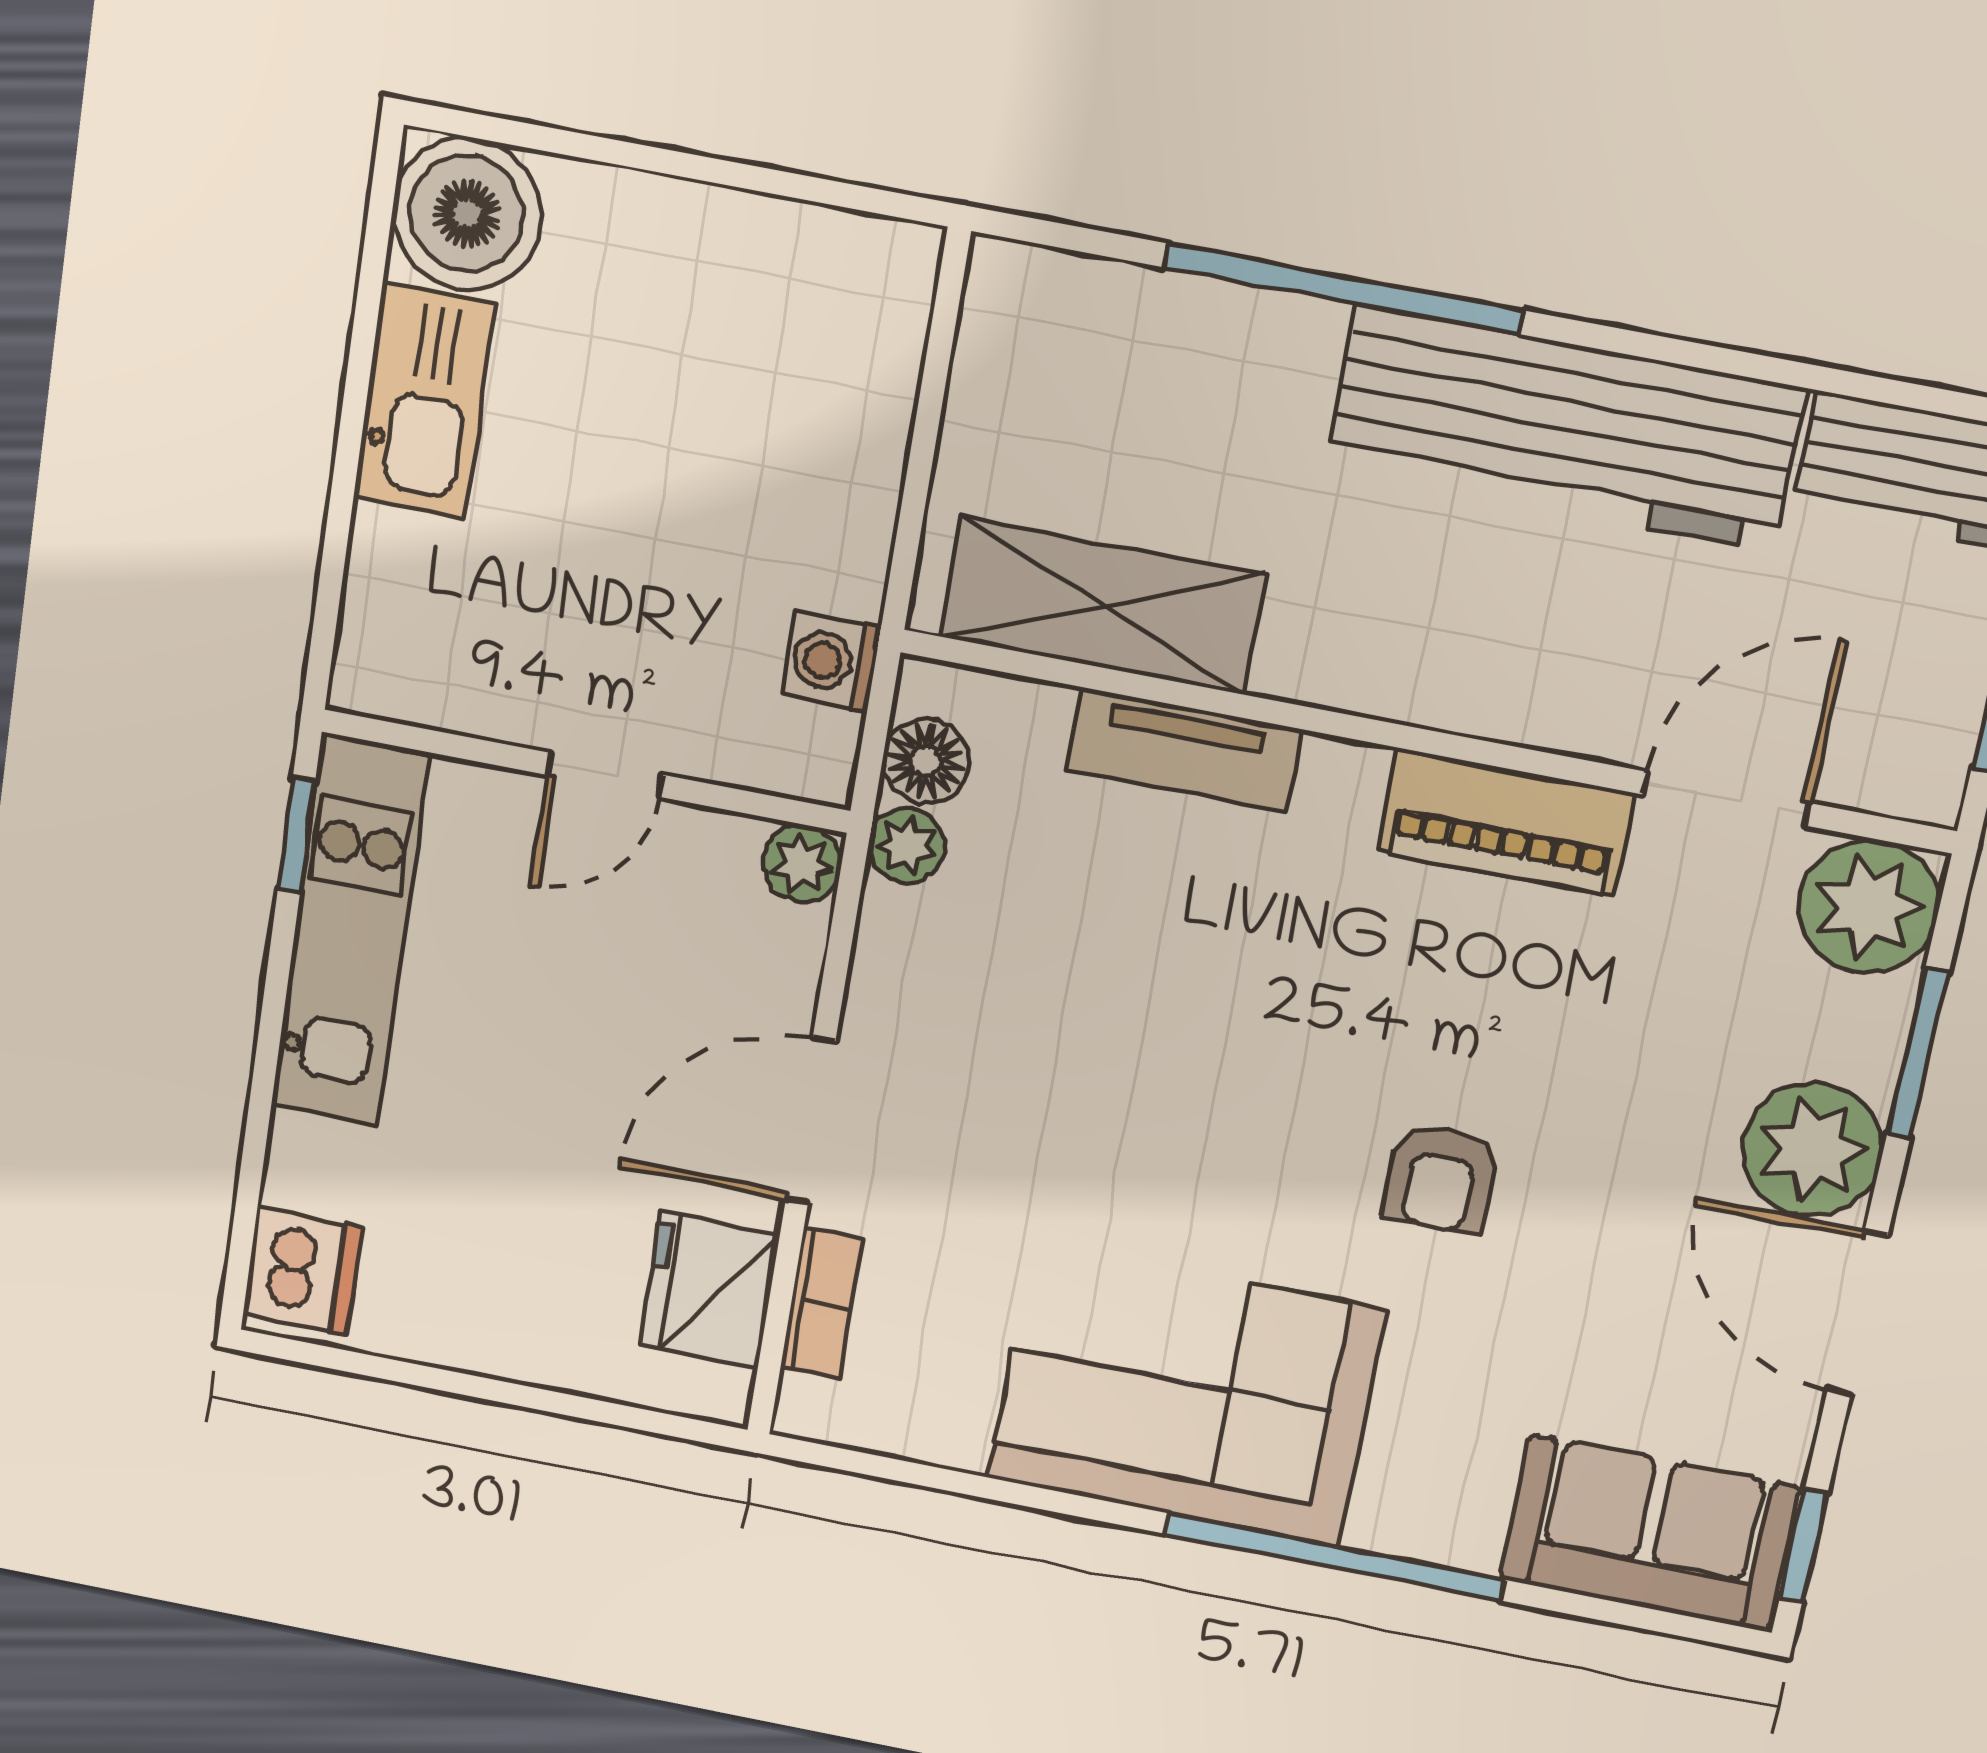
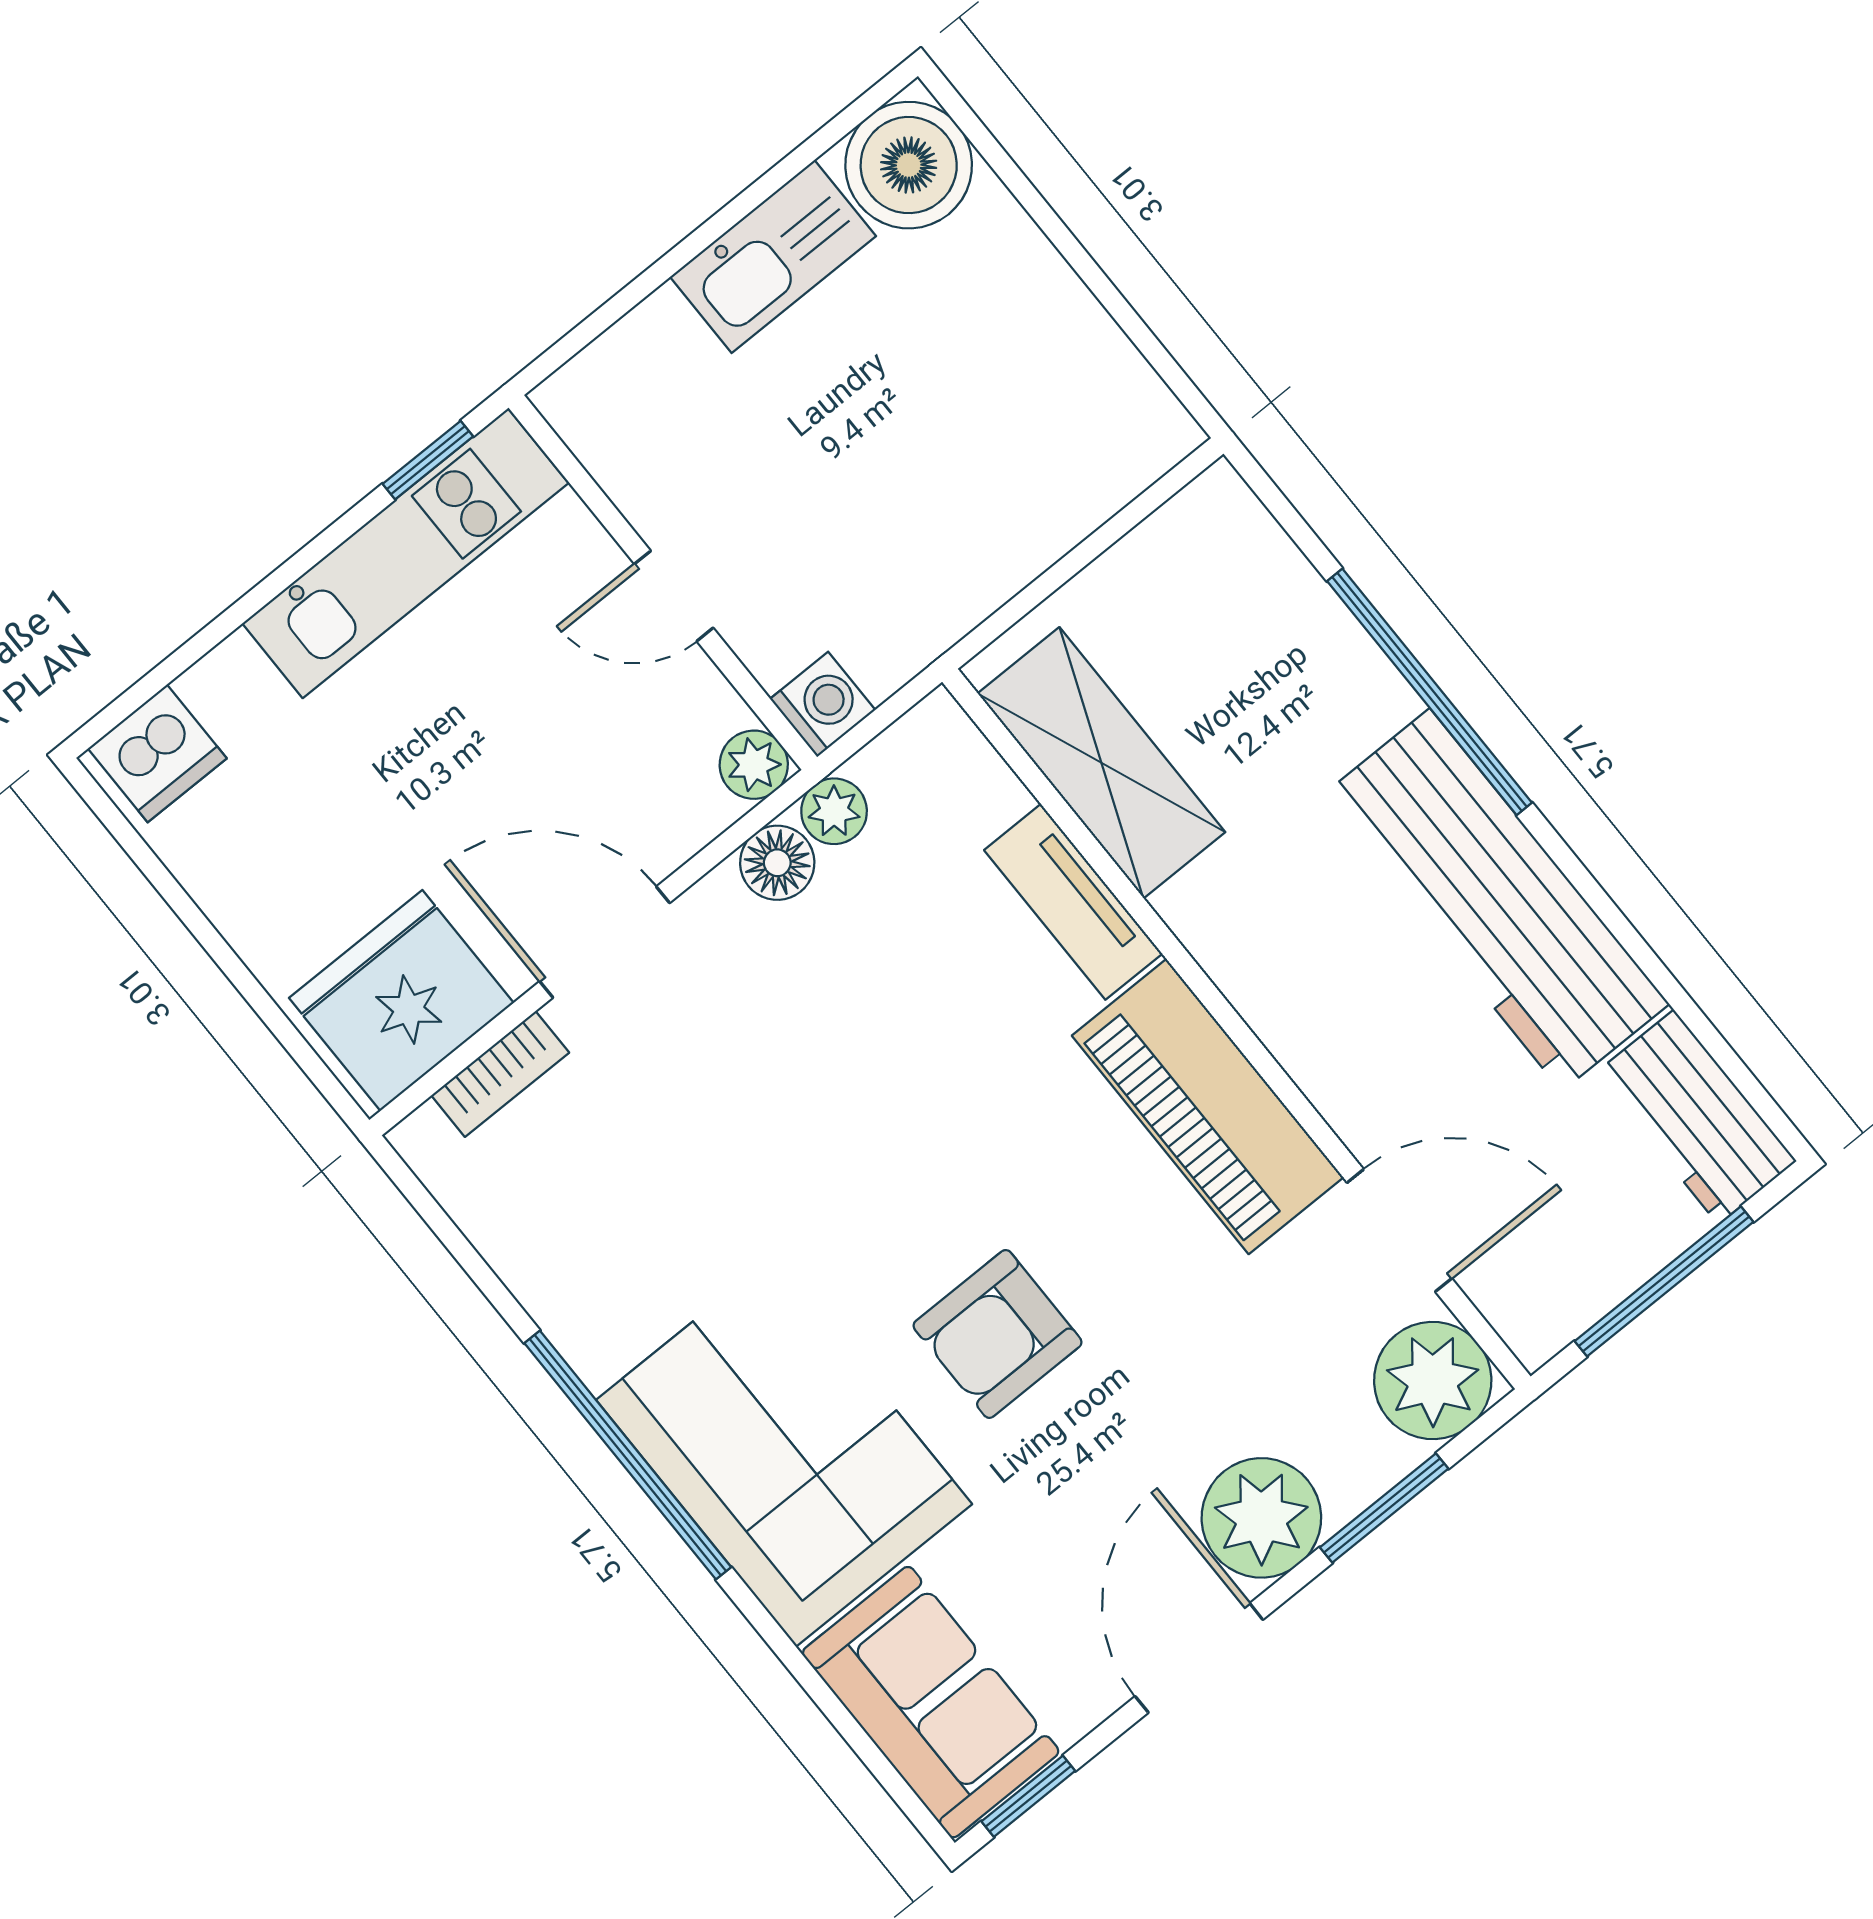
washing machine: (831, 662) -> (823, 704), moved, turned 90
floor lamp: (926, 761) -> (777, 863), moved
piano: (1505, 822) -> (1208, 1106), width x1.37, depth x1.33
armchair: (1441, 1178) -> (998, 1334), width x1.38, depth x1.38
fridge: (709, 1290) -> (401, 1000), width x1.36, depth x1.34
corner sofa: (1186, 1394) -> (784, 1452), moved
window: (1335, 1557) -> (628, 1455), moved

